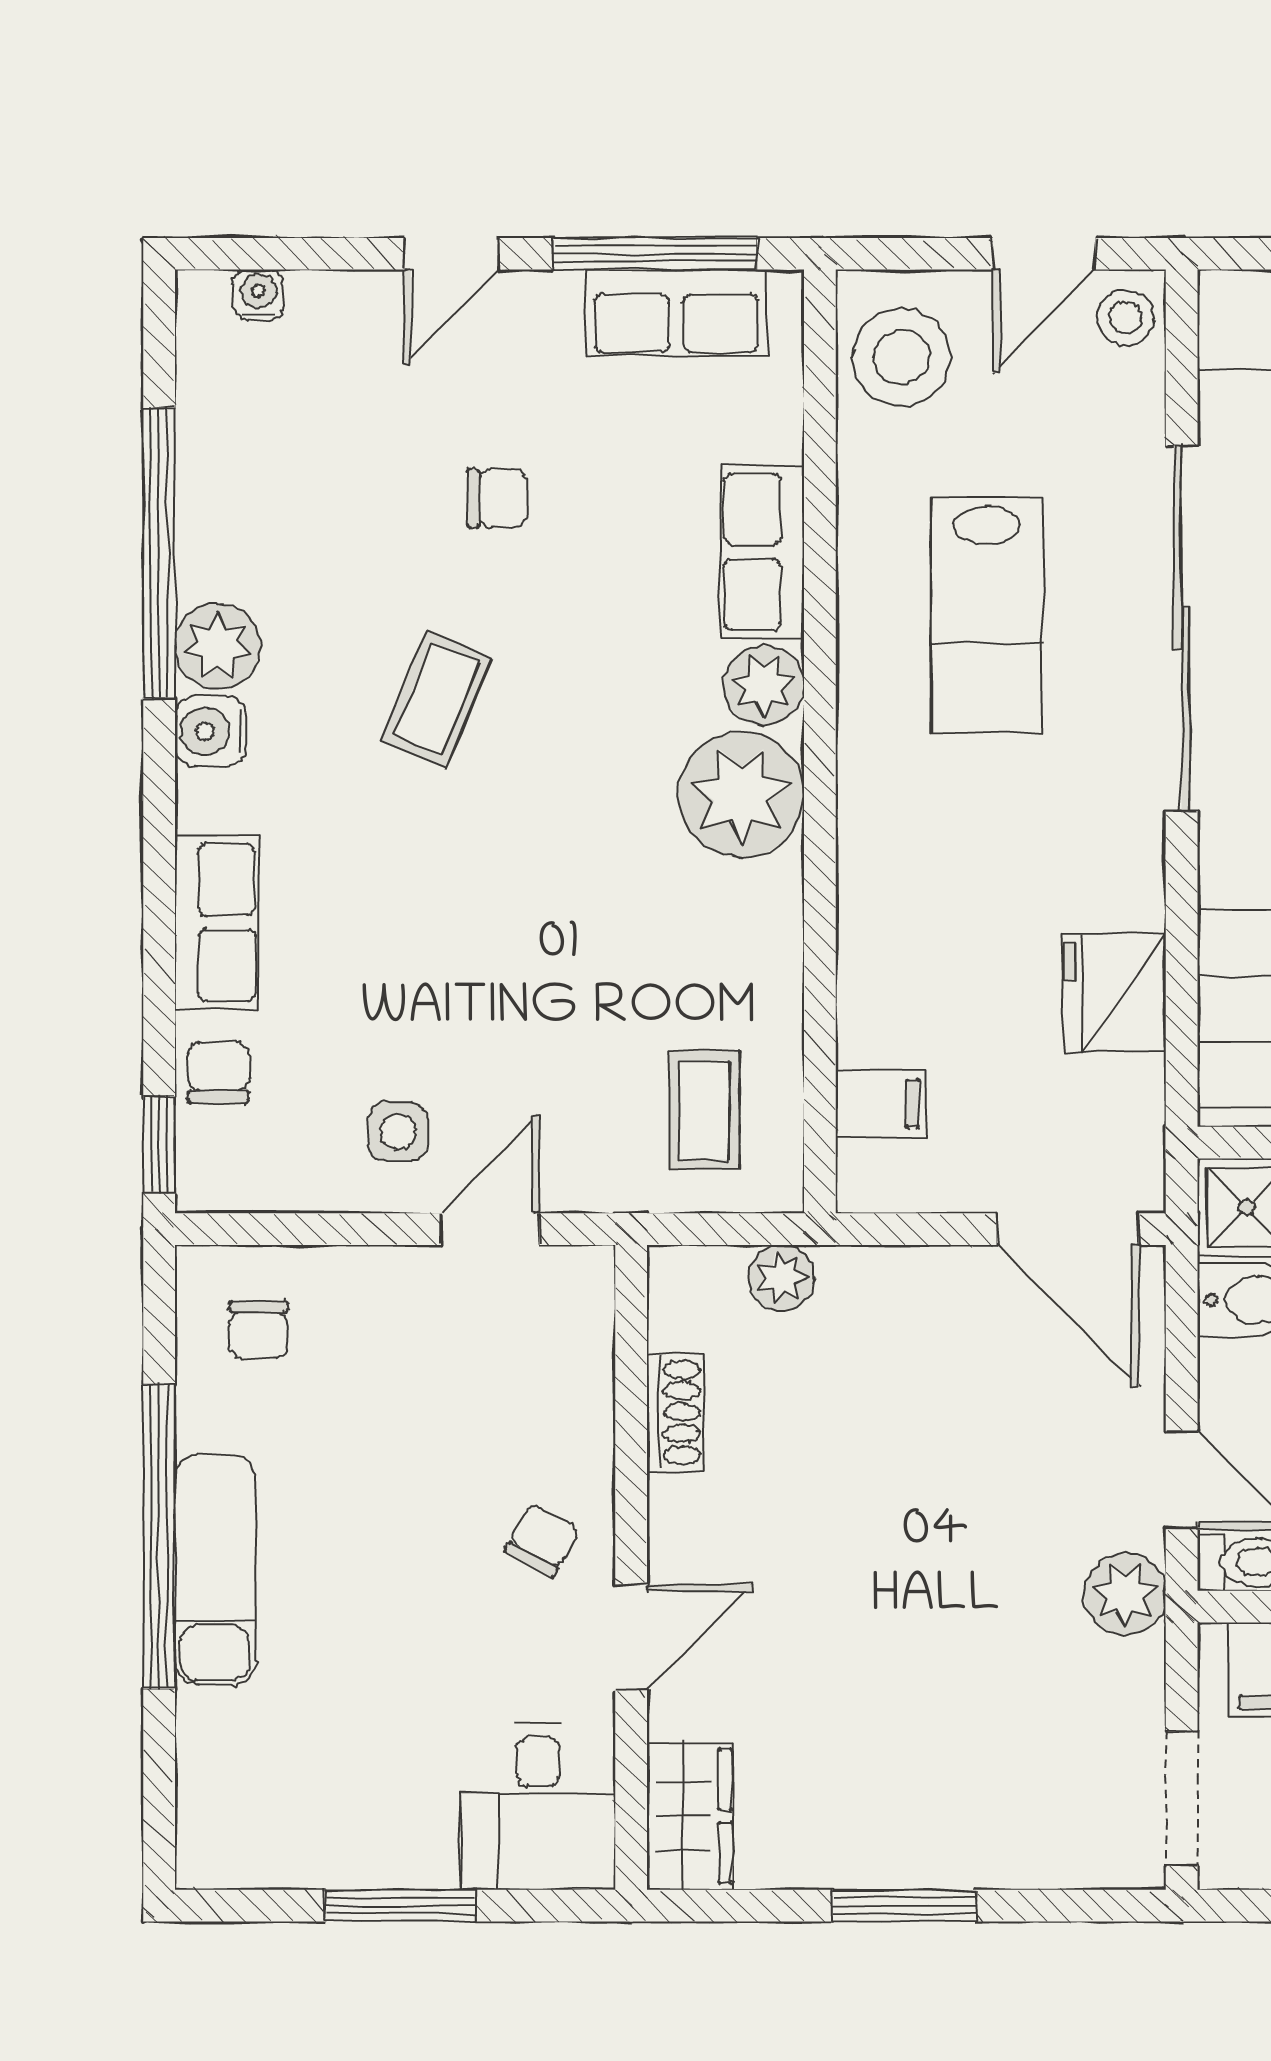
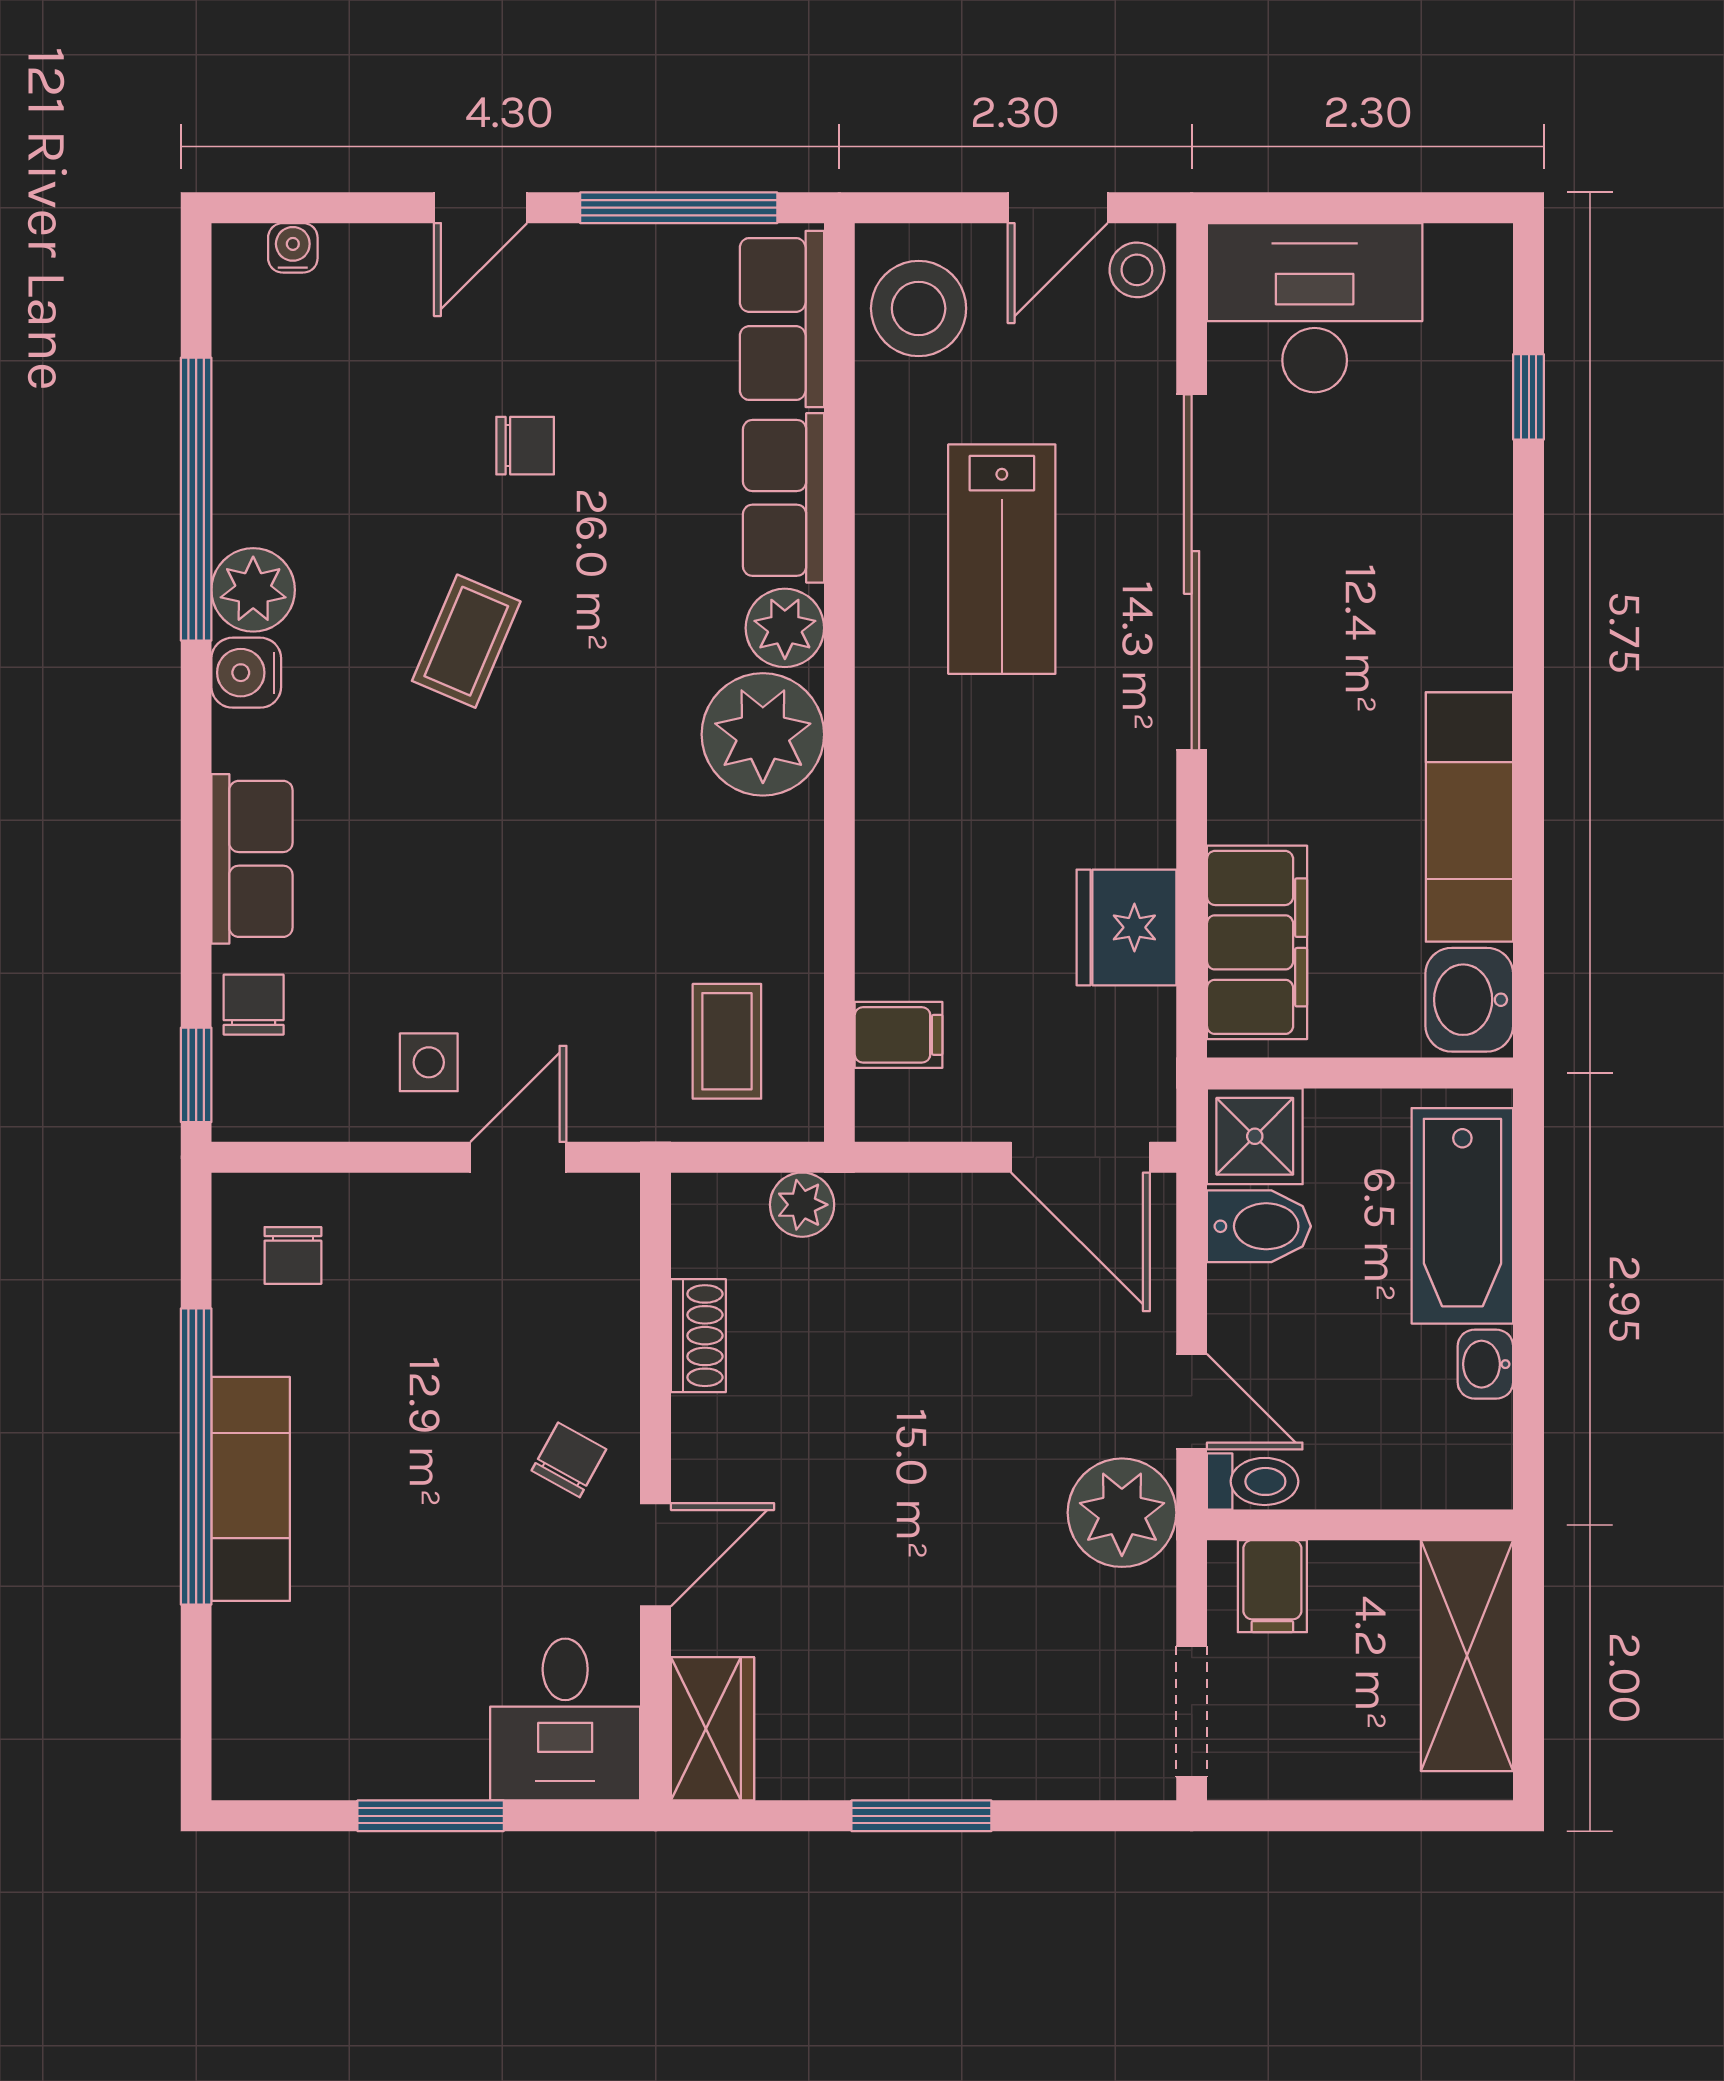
row of seats: (676, 313) -> (782, 319), moved, turned 90
plant: (1125, 1594) -> (1122, 1513), width x1.36, depth x1.36

